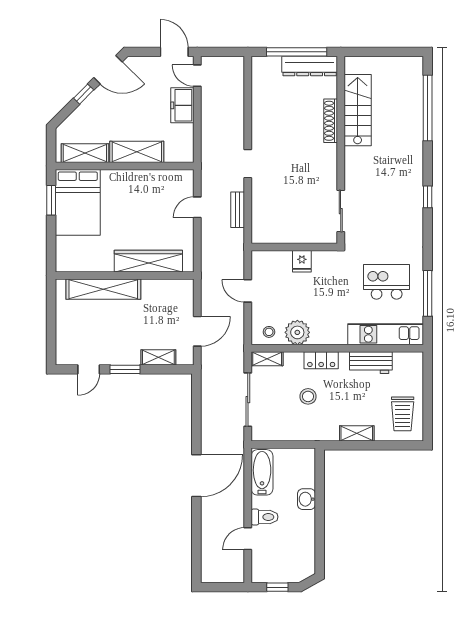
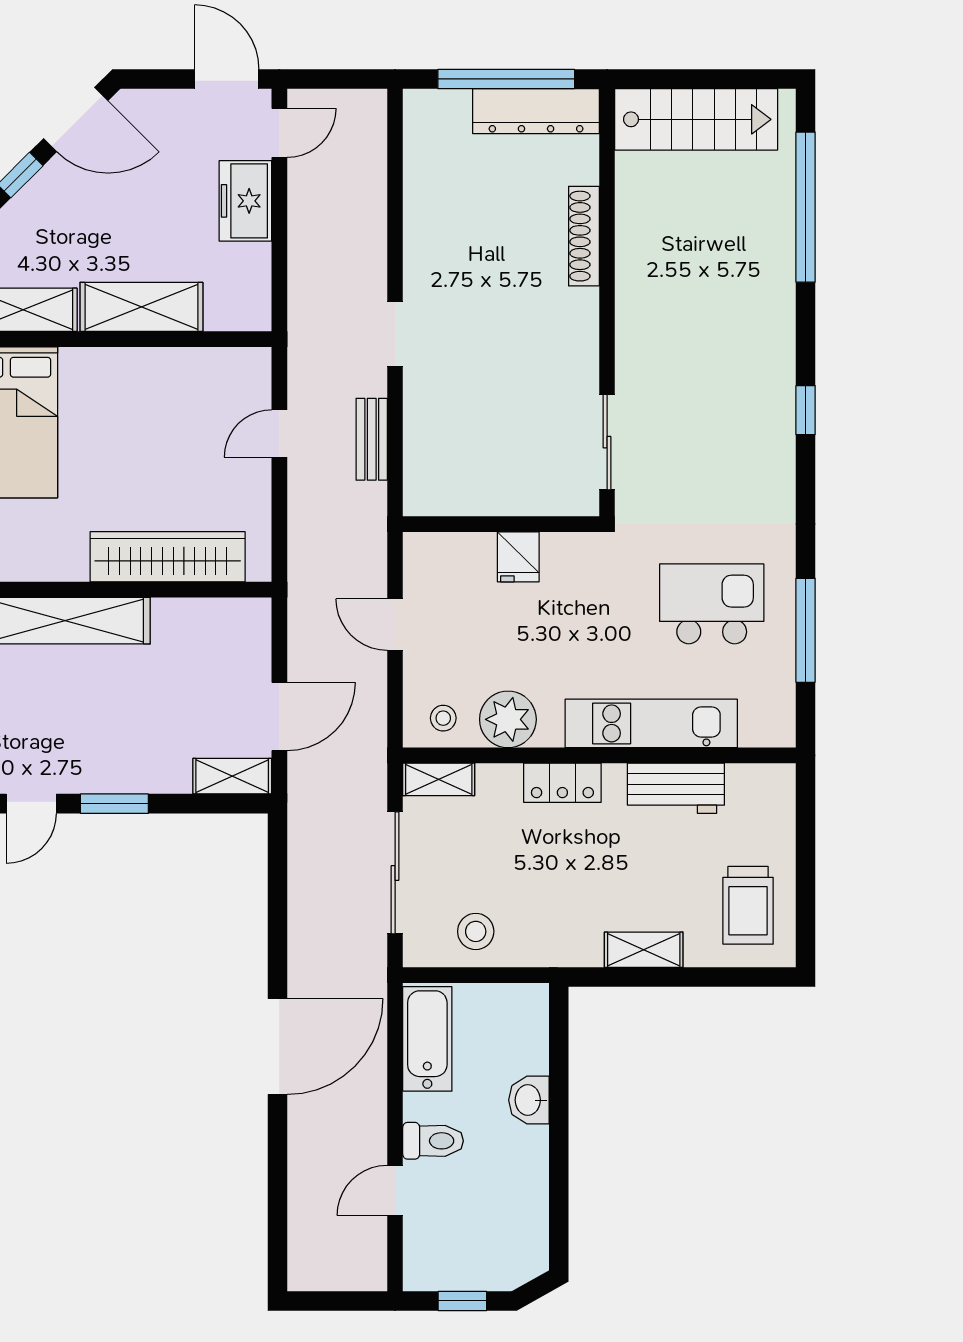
door: (197, 76) -> (279, 133), swing flipped
stairs: (358, 110) -> (696, 119), moved, turned 90
kitchen unit: (386, 334) -> (651, 723), moved
shelving: (158, 357) -> (232, 776), moved
stool: (308, 396) -> (476, 931), moved

